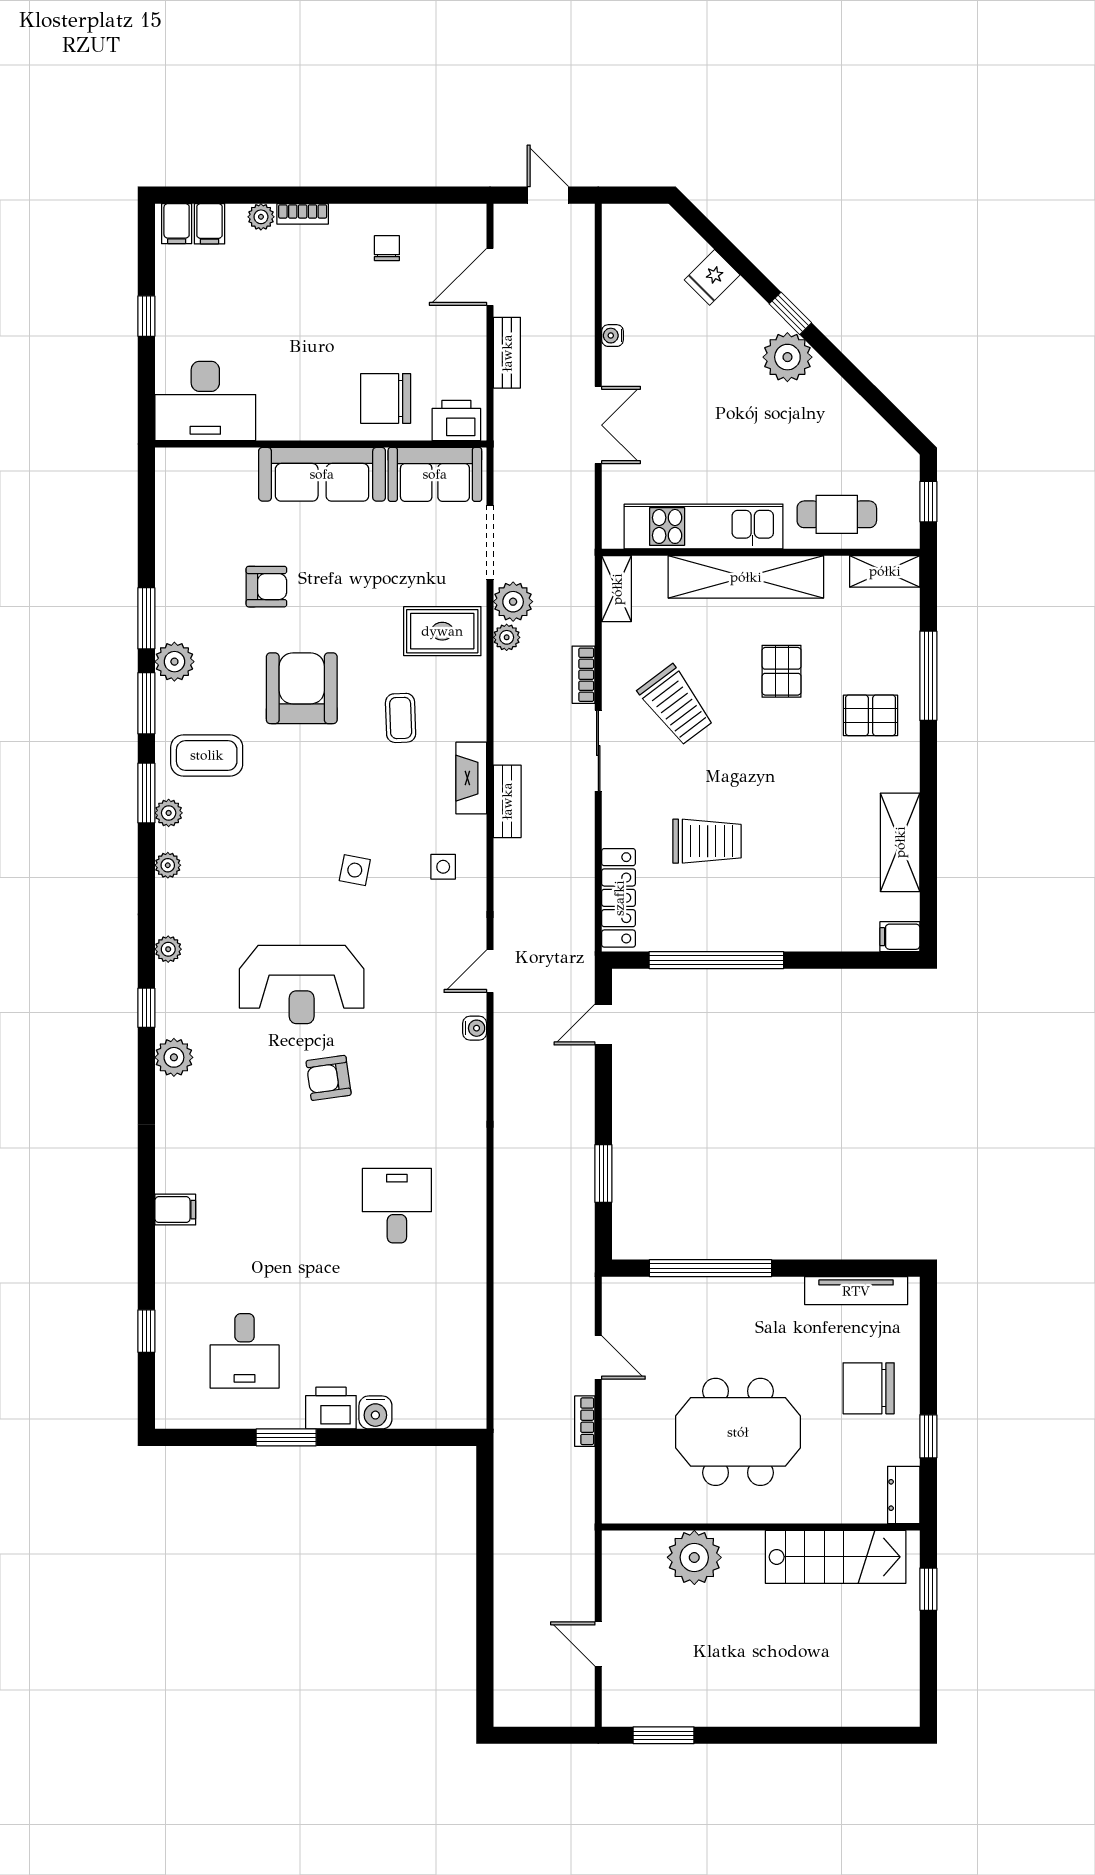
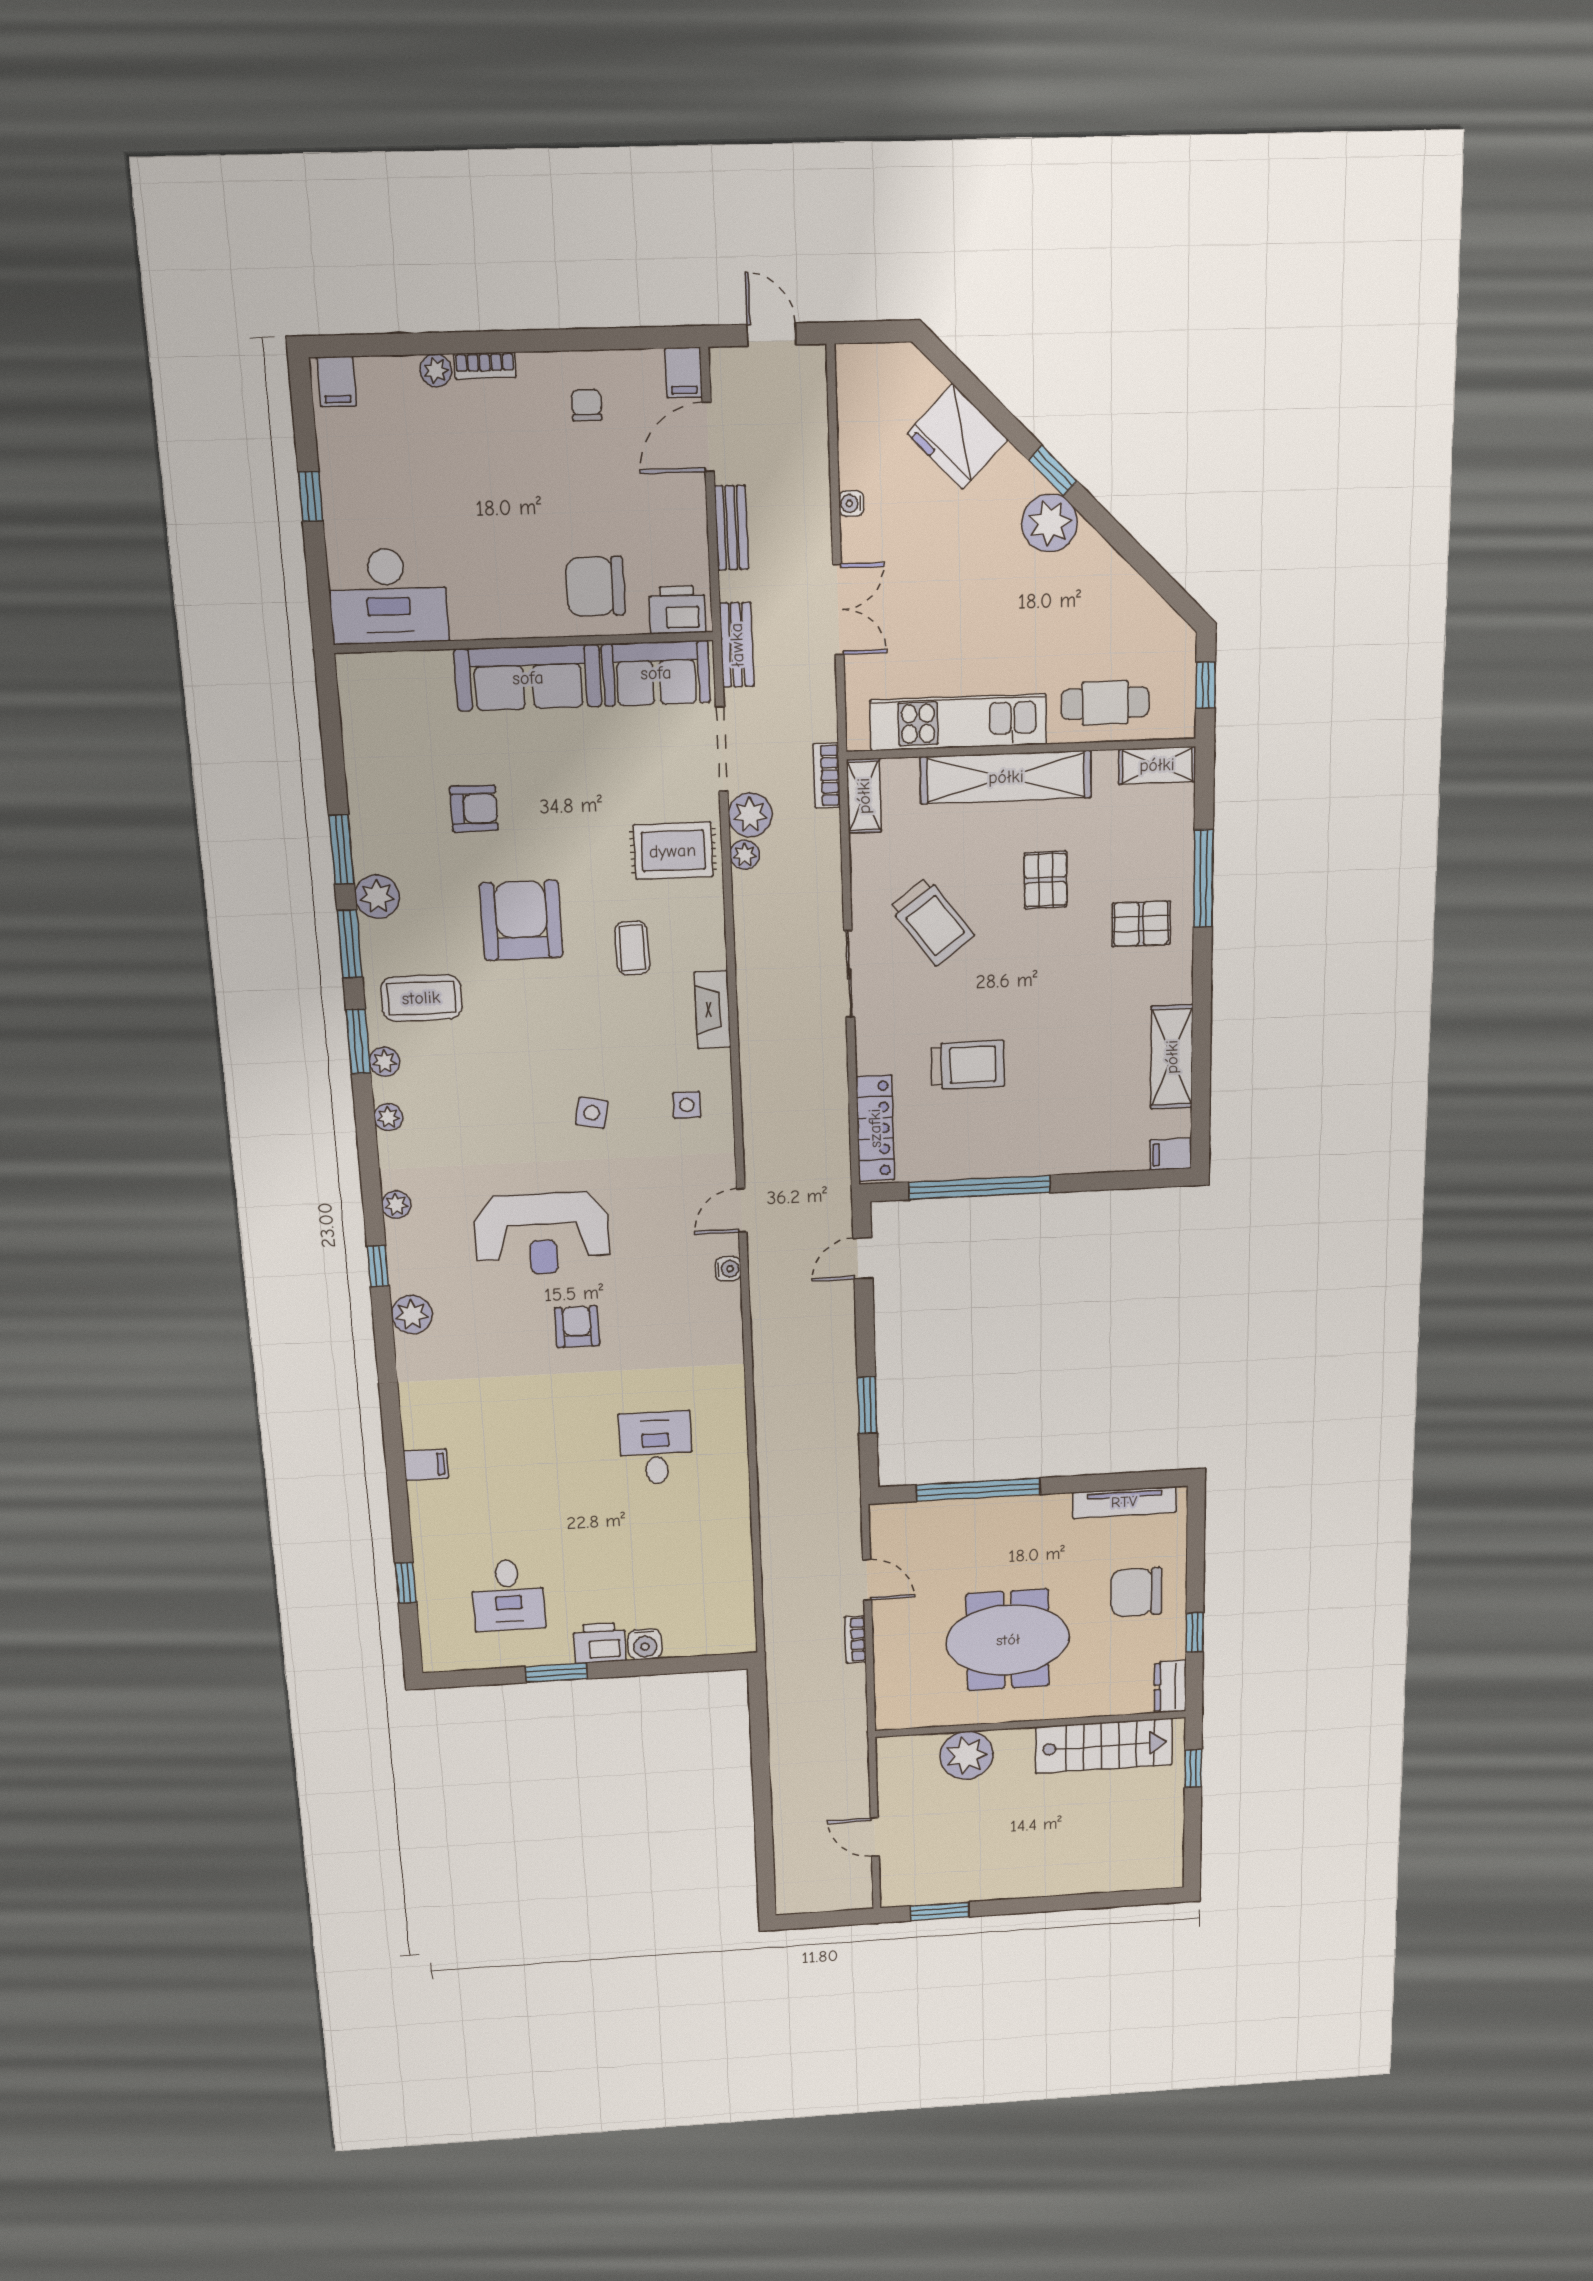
filing cabinet: (209, 224) -> (684, 372), moved
fridge: (712, 277) -> (958, 437), width x1.88, depth x1.34
bookcase: (583, 675) -> (827, 775), moved
bench: (507, 801) -> (737, 645), moved
armchair: (329, 1078) -> (577, 1327), turned 98

